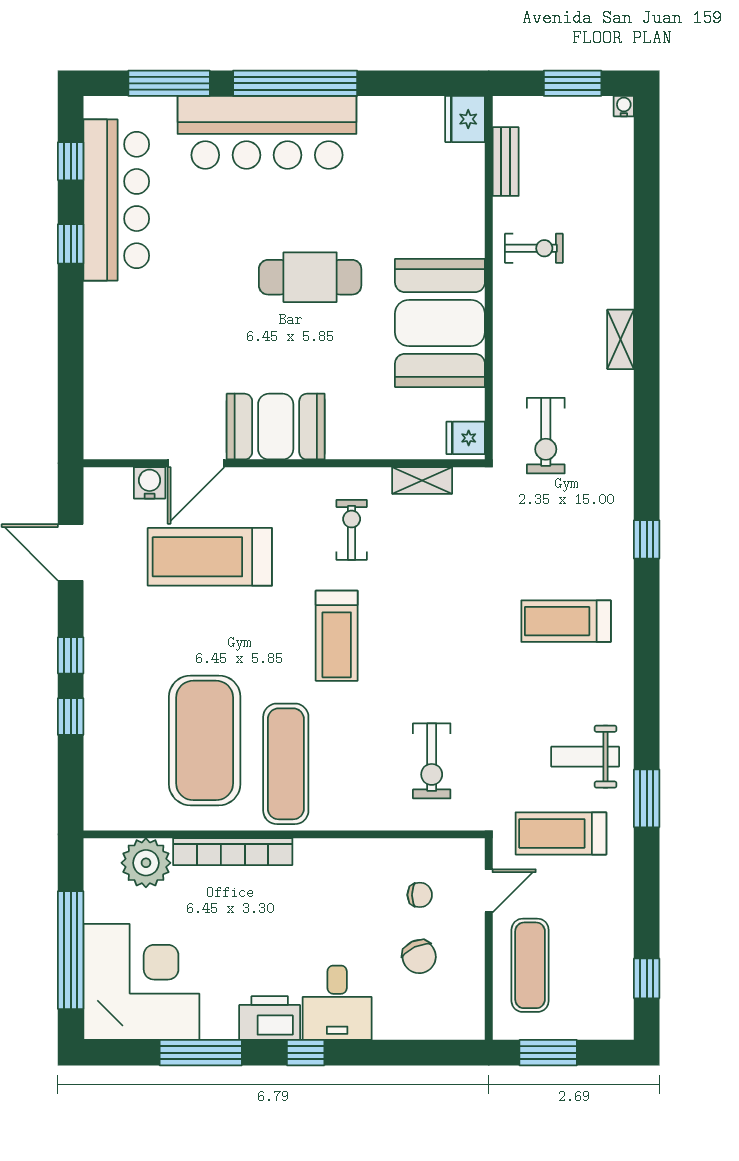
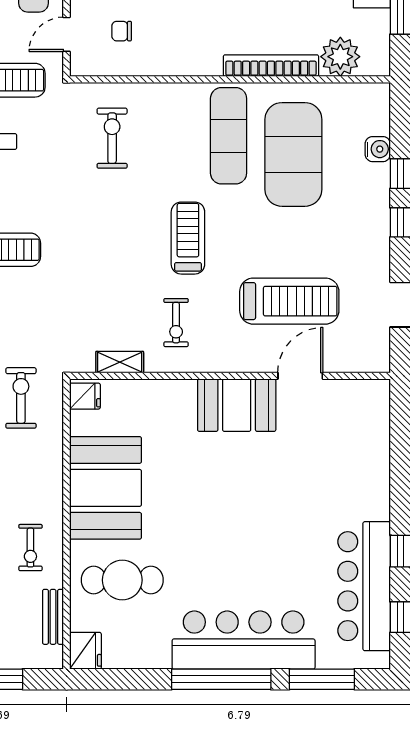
exercise bike: (534, 248) -> (30, 548), turned -90
cafe table: (310, 277) -> (122, 580), moved
water cooler: (150, 483) -> (378, 149), moved, turned -90

